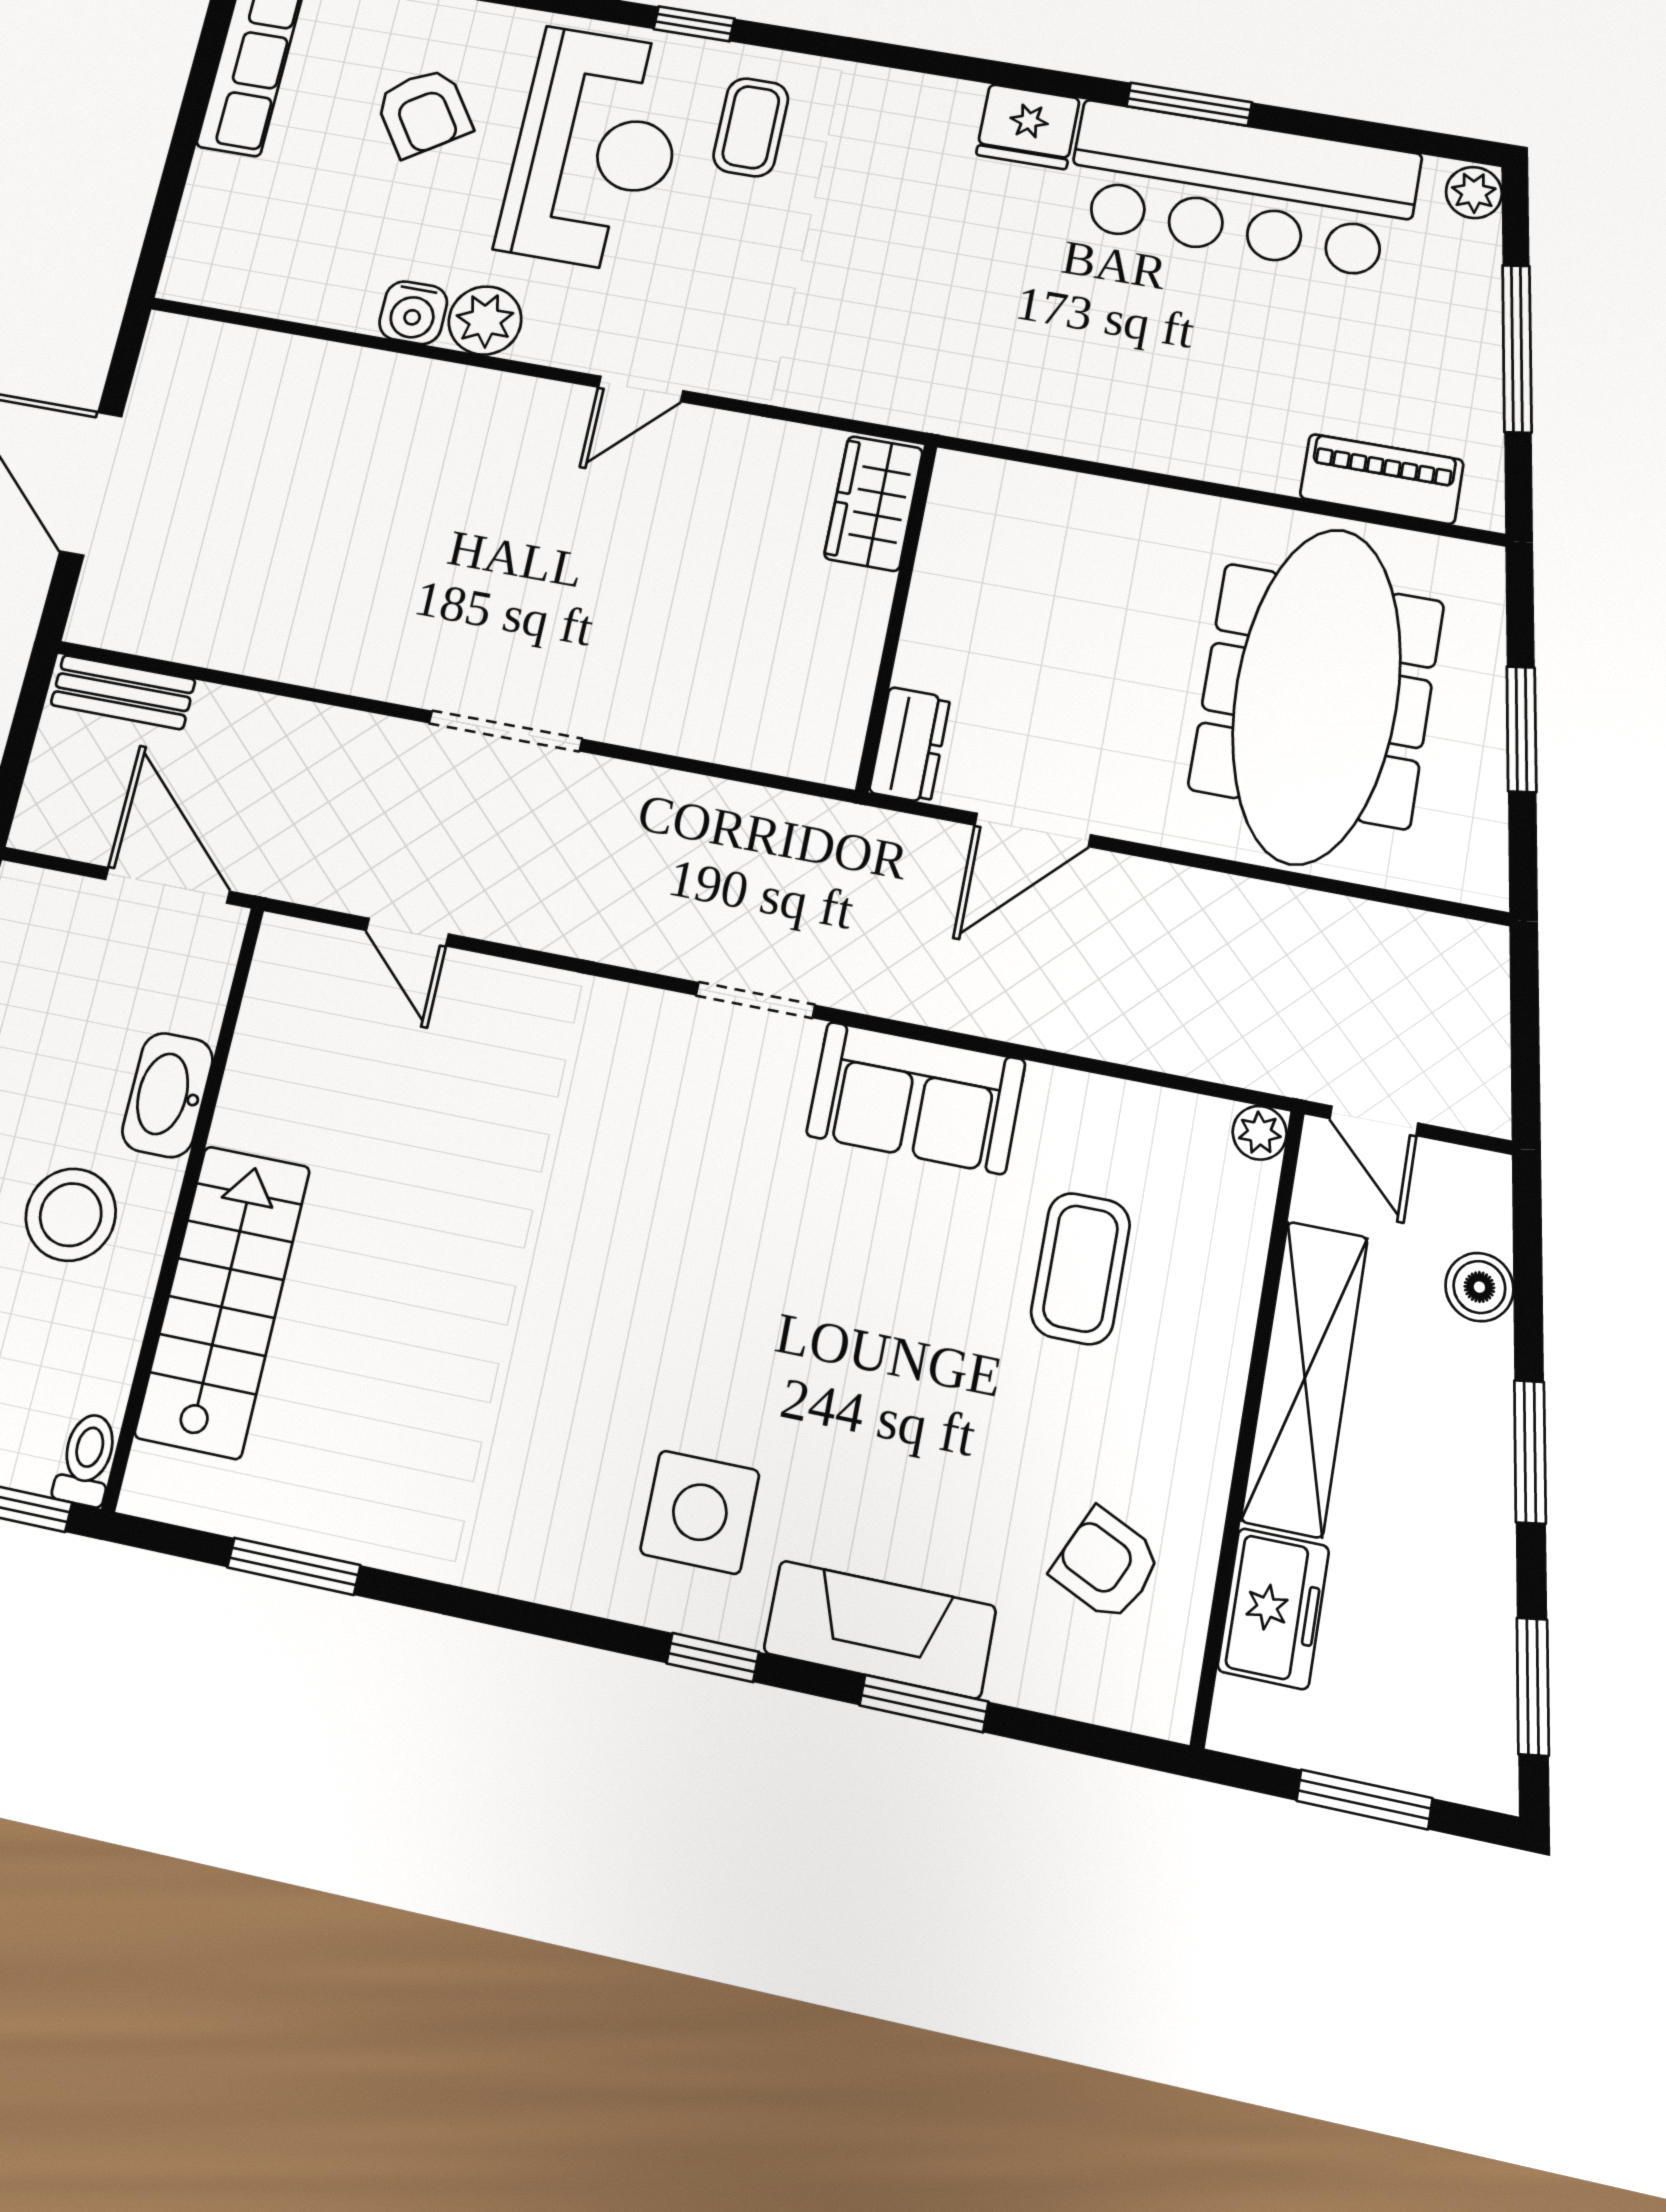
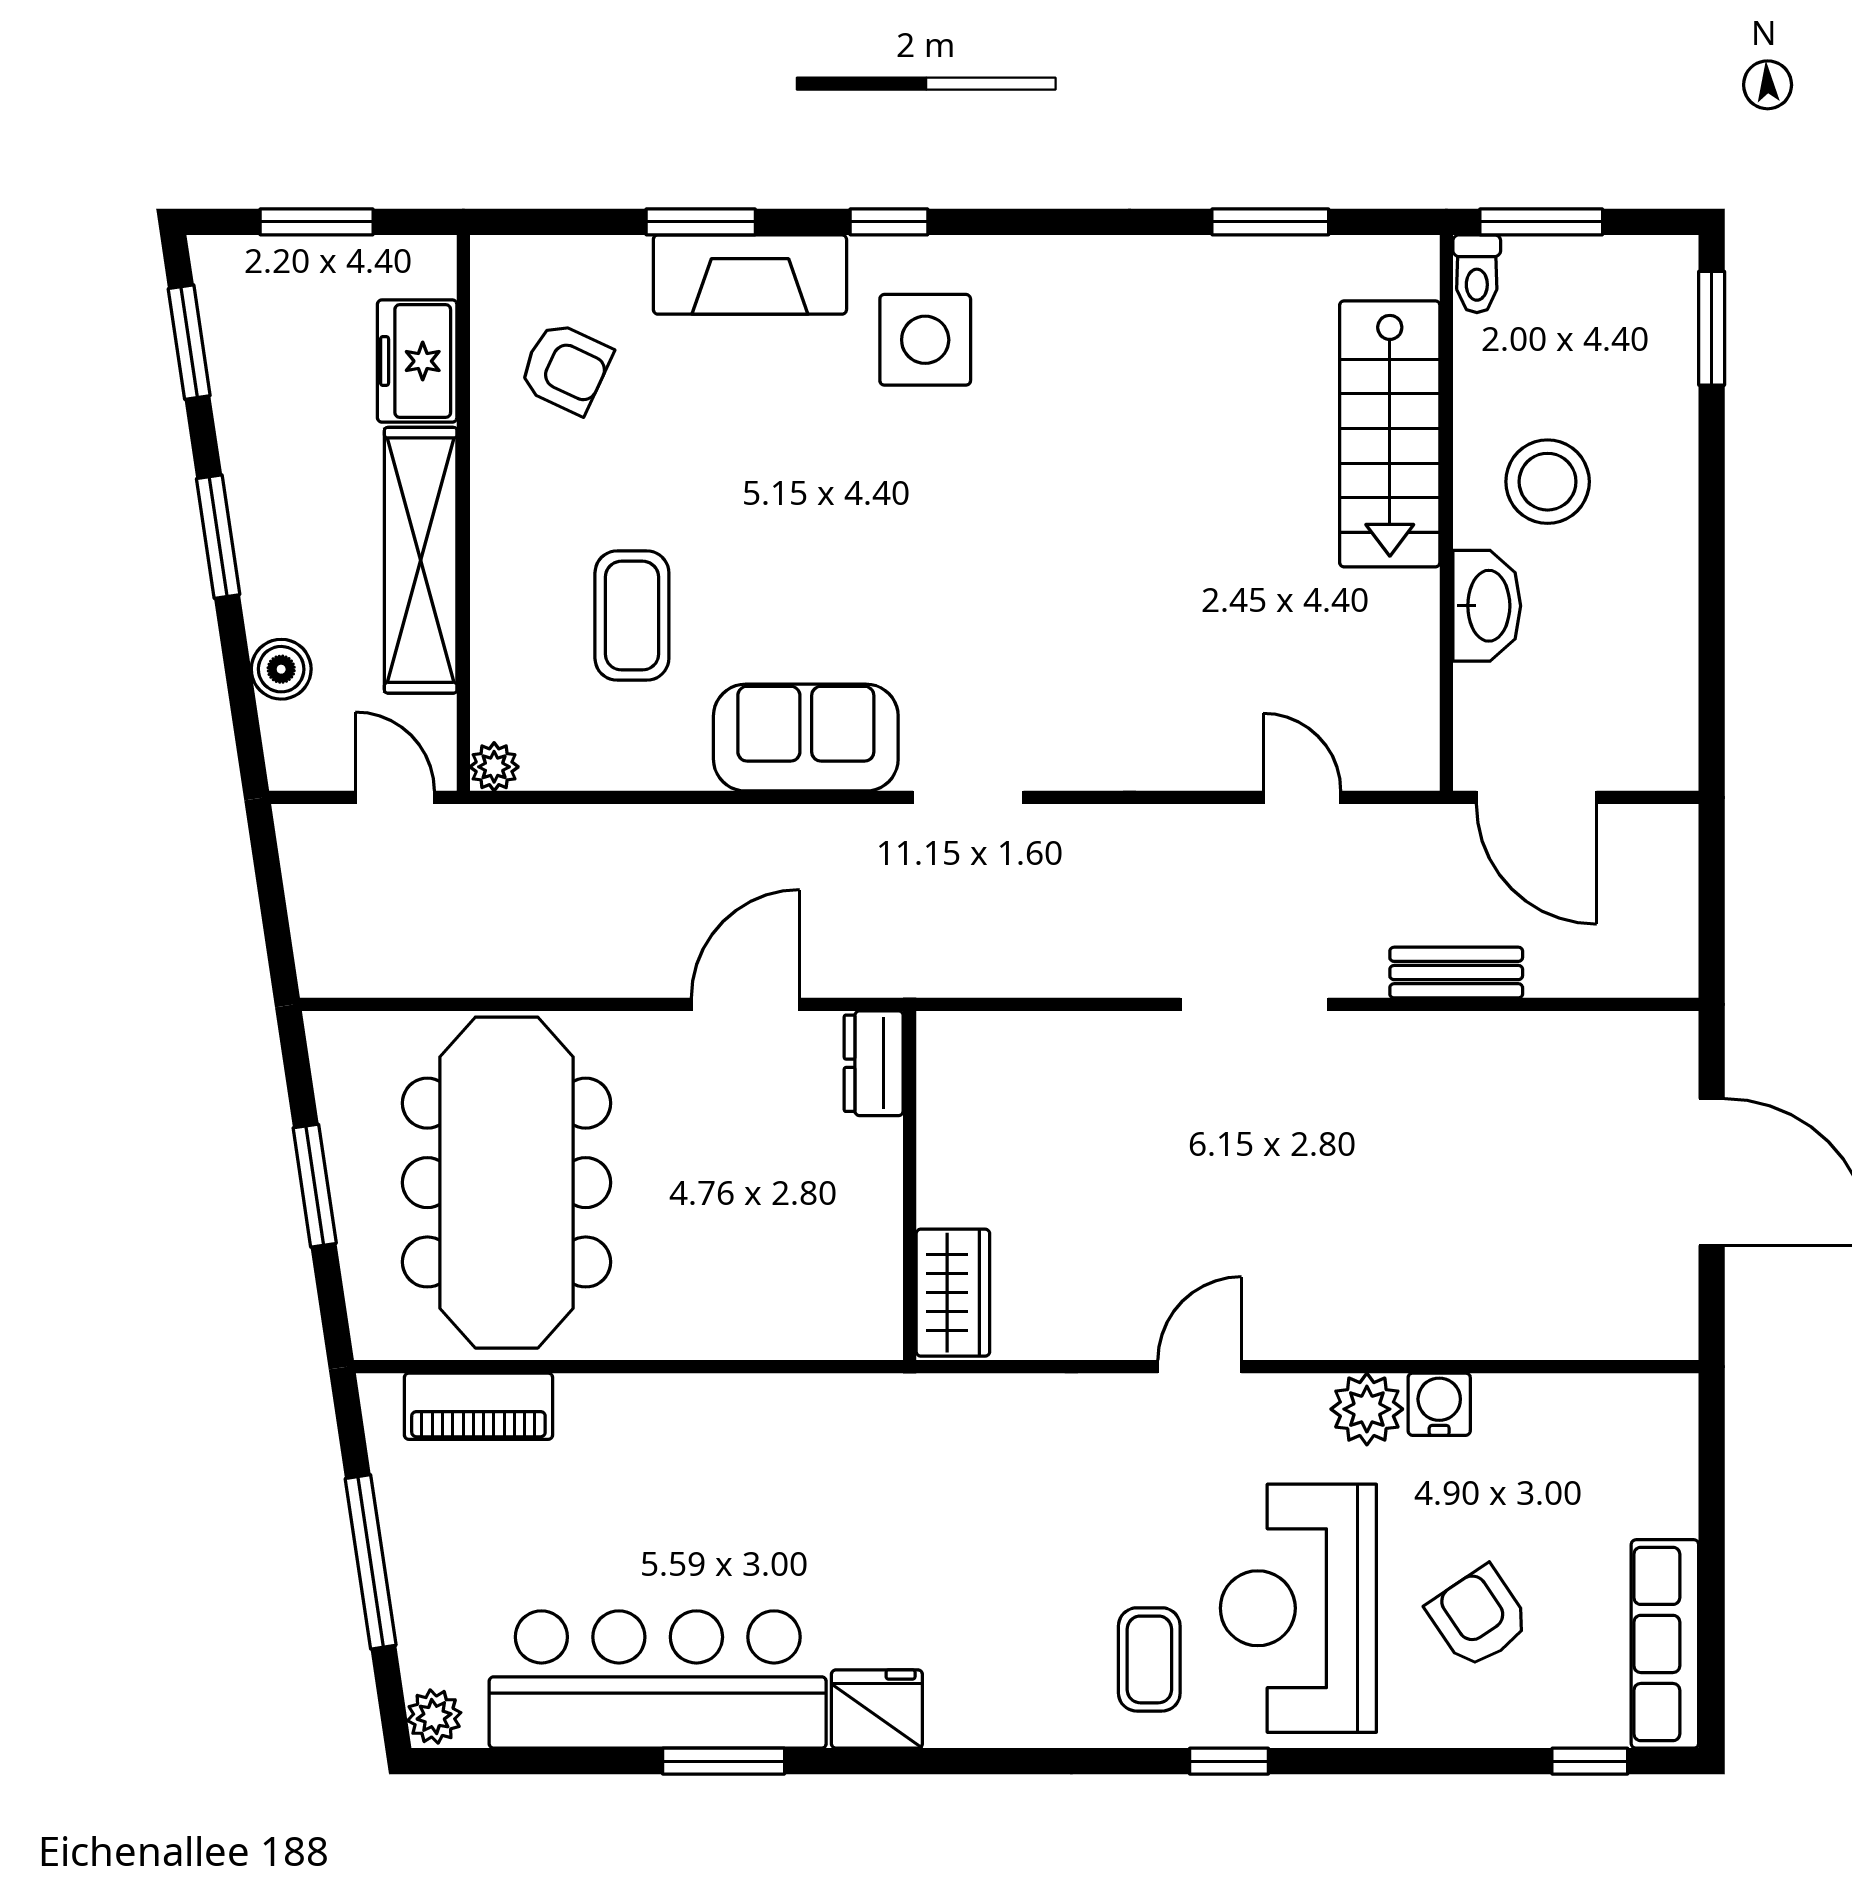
bench: (123, 692) -> (1456, 973), moved

